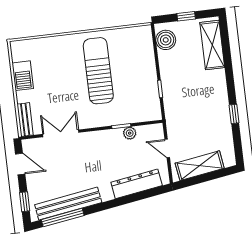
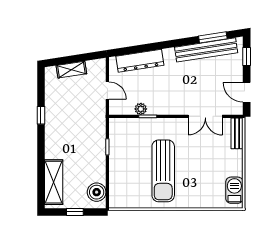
barbecue: (23, 76) -> (234, 190), moved
shelving: (200, 166) -> (71, 70), width x0.67, depth x0.75
window: (63, 218) -> (213, 37), width x0.69

